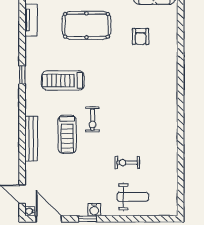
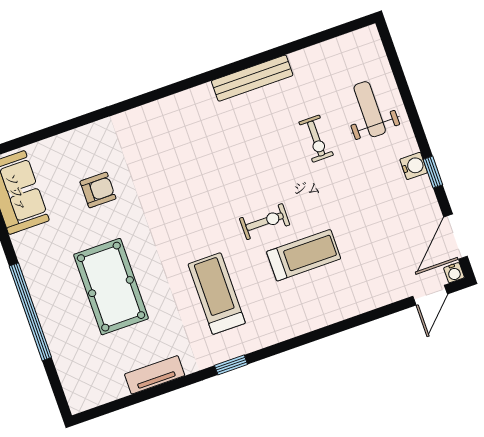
tv unit: (31, 20) -> (155, 375), moved
treadmill: (63, 80) -> (217, 294), turned 180
bench: (31, 139) -> (252, 78), moved

